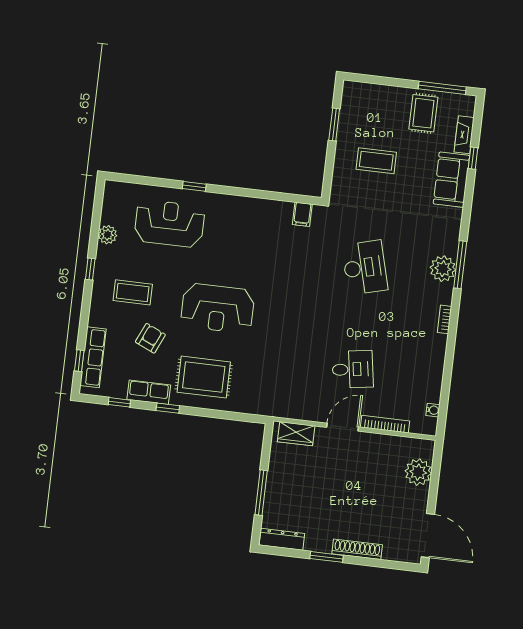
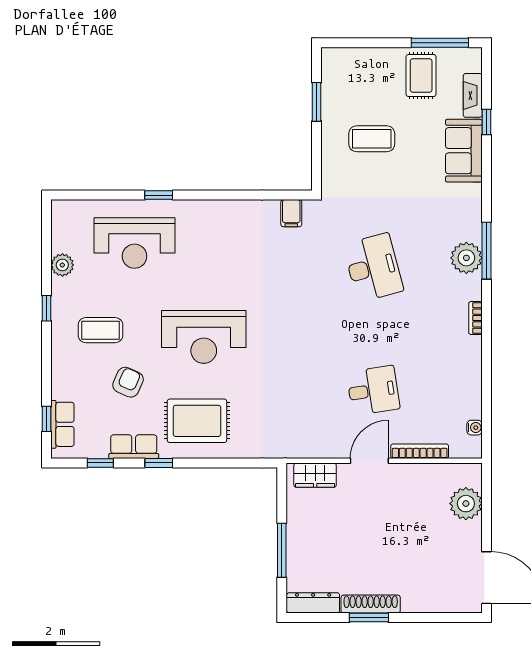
reception desk: (169, 224) -> (134, 243), turned 180
row of seats: (93, 357) -> (62, 424), width x0.68
shoe rack: (357, 549) -> (371, 604), moved

